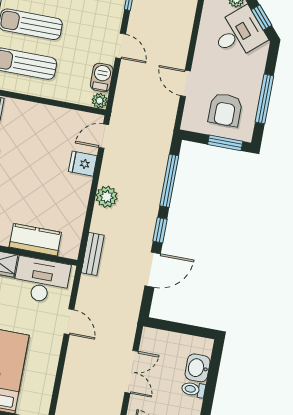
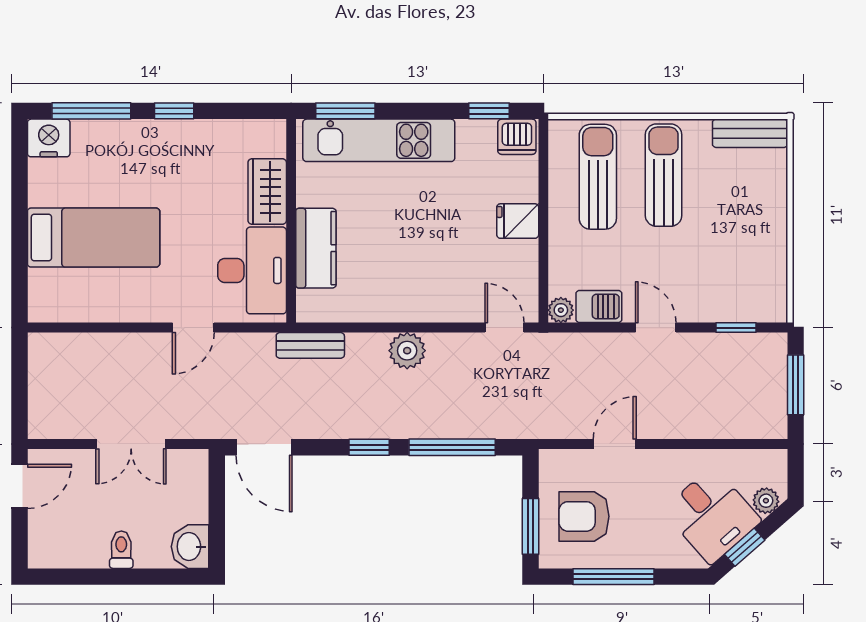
door: (121, 46) -> (656, 328), swing flipped
fridge: (83, 164) -> (518, 221), moved, turned -90
door: (153, 270) -> (264, 447), moved
washbasin: (198, 368) -> (190, 547), moved, turned -90

